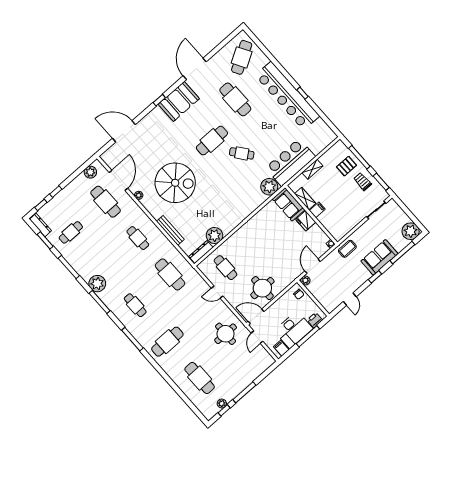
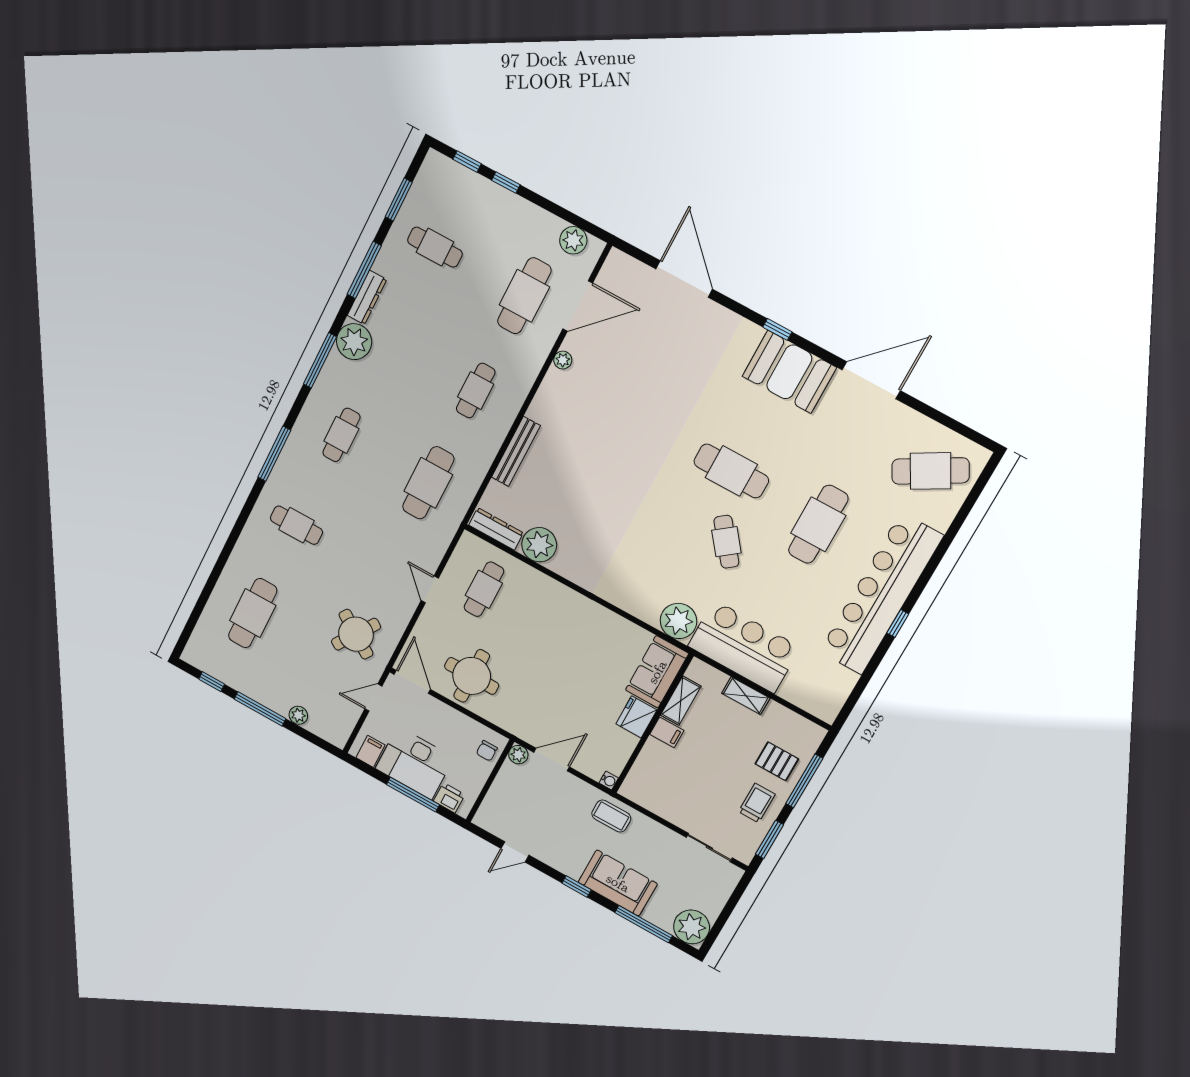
cafe table: (235, 99) -> (818, 524), moved
spiral stairs: (175, 183) -> (616, 426), removed
dresser: (41, 225) -> (367, 297), moved
round table: (226, 334) -> (356, 634), turned 34
cafe table: (167, 342) -> (296, 525), width x0.73, depth x0.74
plant: (222, 403) -> (298, 715), moved

